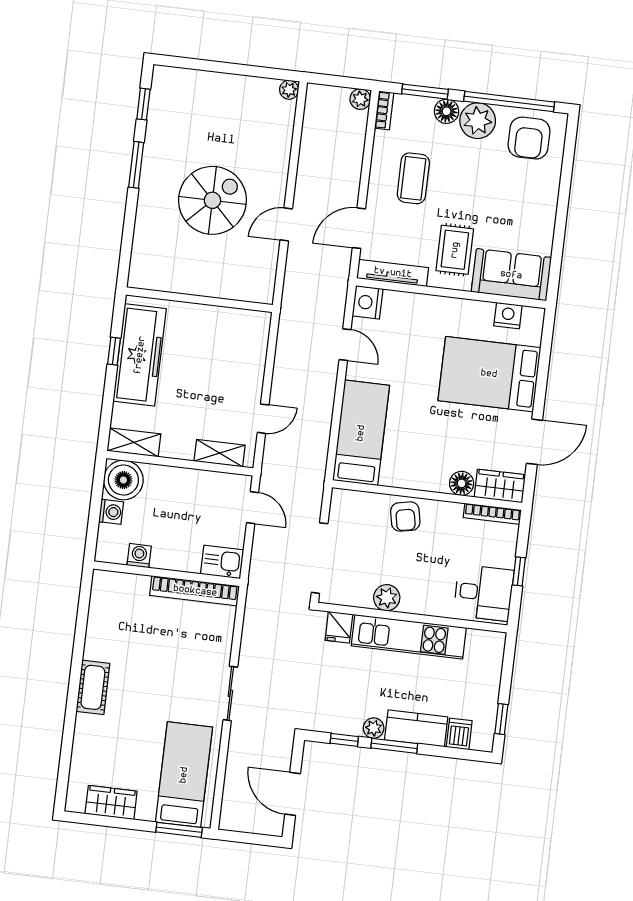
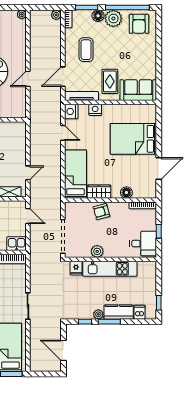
nightstand: (508, 316) -> (95, 110), moved
wardrobe: (500, 486) -> (99, 192), moved
armchair: (405, 517) -> (101, 212), turned 86

